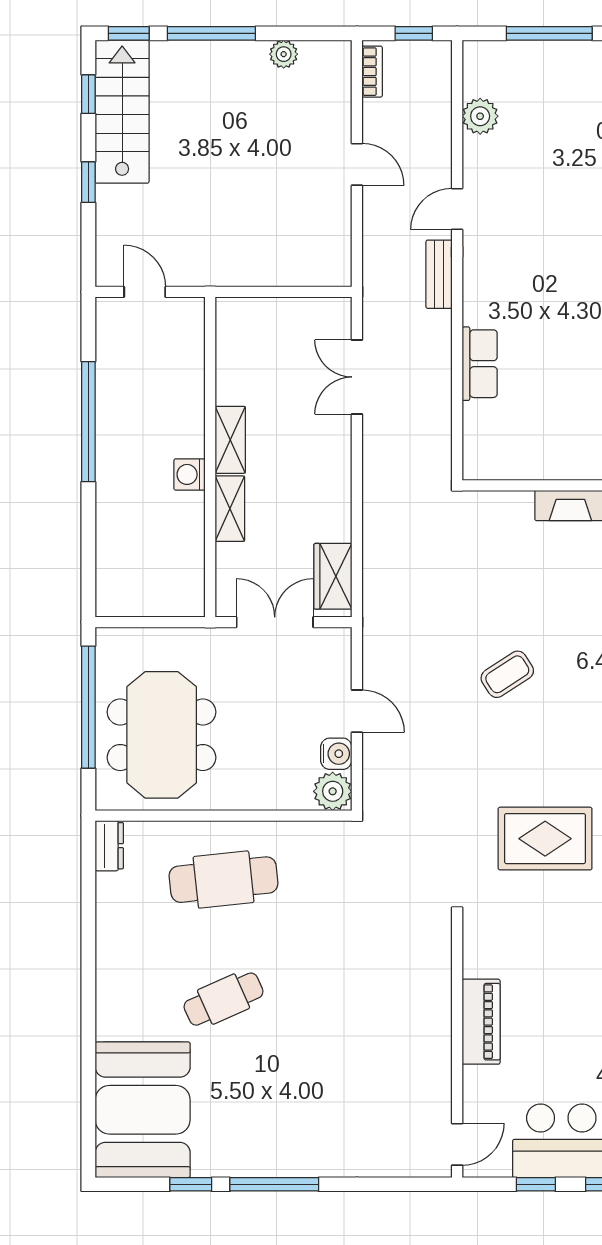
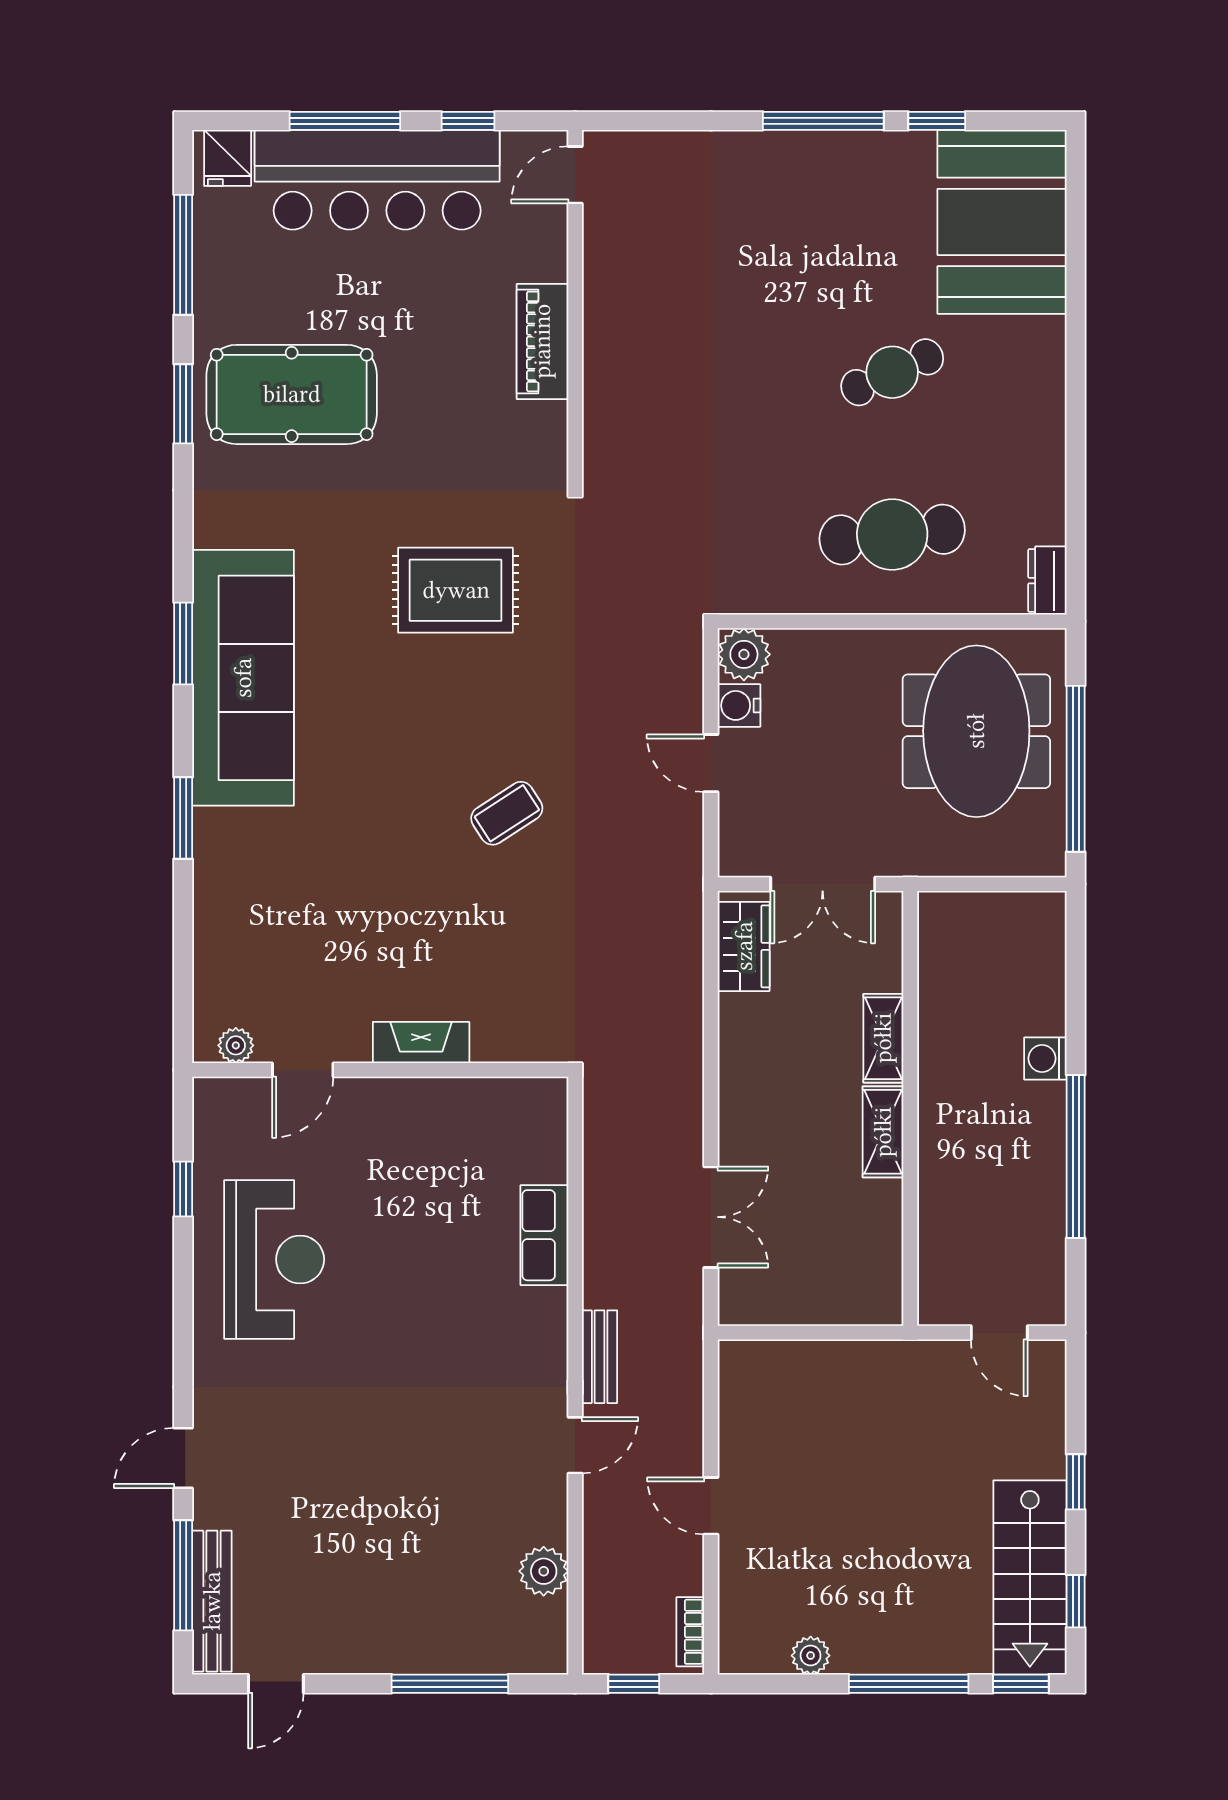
washing machine: (190, 474) -> (1045, 1058), moved, turned 180

